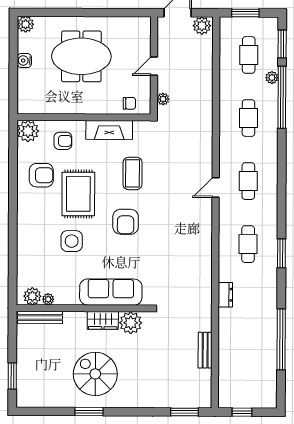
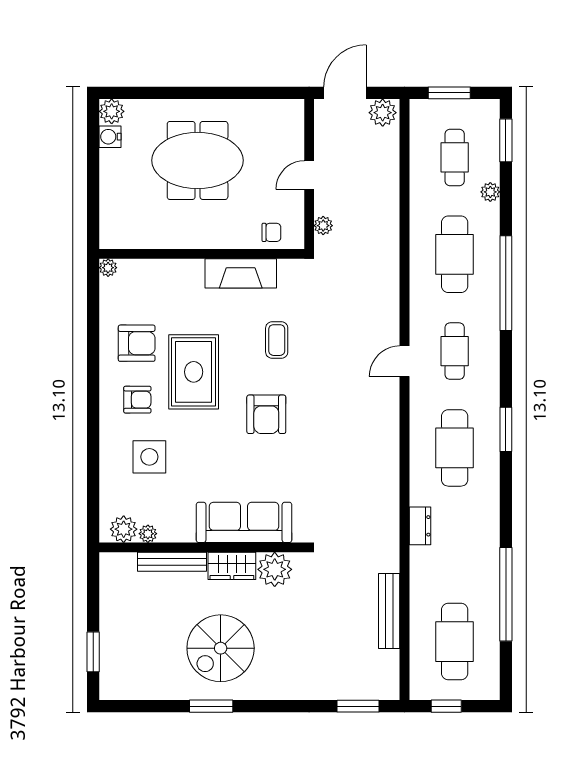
water cooler: (24, 61) -> (110, 137), moved
window: (282, 97) -> (506, 283), moved
cafe table: (248, 118) -> (455, 254), width x1.37, depth x1.35
plant: (28, 131) -> (108, 268), width x0.53, depth x0.53
armchair: (63, 141) -> (137, 400), moved
coffee table: (133, 173) -> (277, 340), width x0.73, depth x0.77
side table: (72, 241) -> (149, 457), moved
cafe table: (248, 244) -> (455, 448), width x1.37, depth x1.35
window: (281, 253) -> (506, 429), moved
bench: (40, 318) -> (172, 562), moved
bench: (205, 350) -> (389, 611), width x1.36
cafe table: (248, 370) -> (455, 642), added
spiral stairs: (95, 374) -> (221, 648), turned -90

